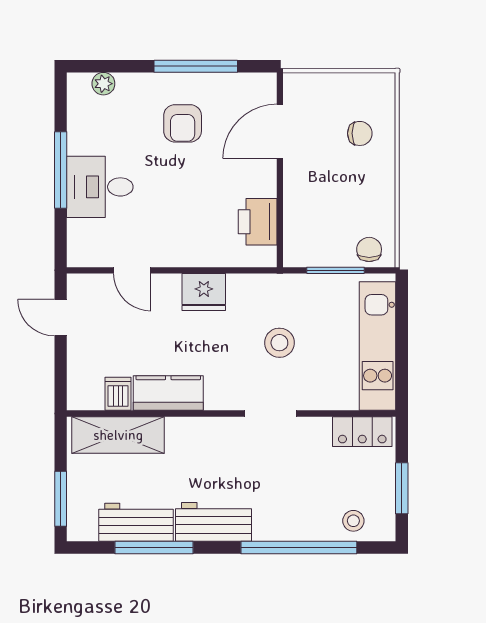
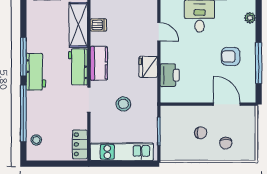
printer: (258, 222) -> (170, 75), moved, turned 90
chair: (369, 249) -> (201, 133), moved
door: (132, 270) -> (159, 32), swing flipped
kitchen counter: (168, 393) -> (99, 63), moved
window: (402, 488) -> (52, 164), removed
workbench: (136, 522) -> (78, 67), moved, turned 180
window: (154, 548) -> (23, 57), moved

